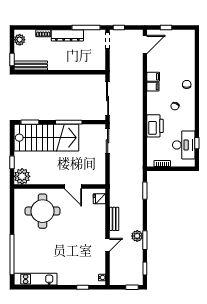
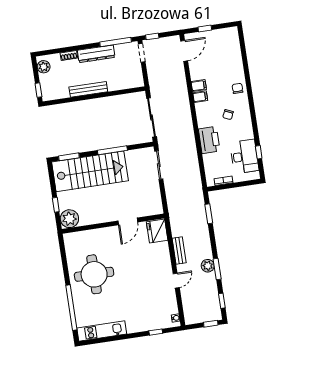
bench: (31, 65) -> (88, 89), moved
door: (73, 186) -> (128, 221), hinge flipped
fridge: (99, 199) -> (157, 231), width x1.88, depth x1.34
round table: (43, 211) -> (94, 274), moved

